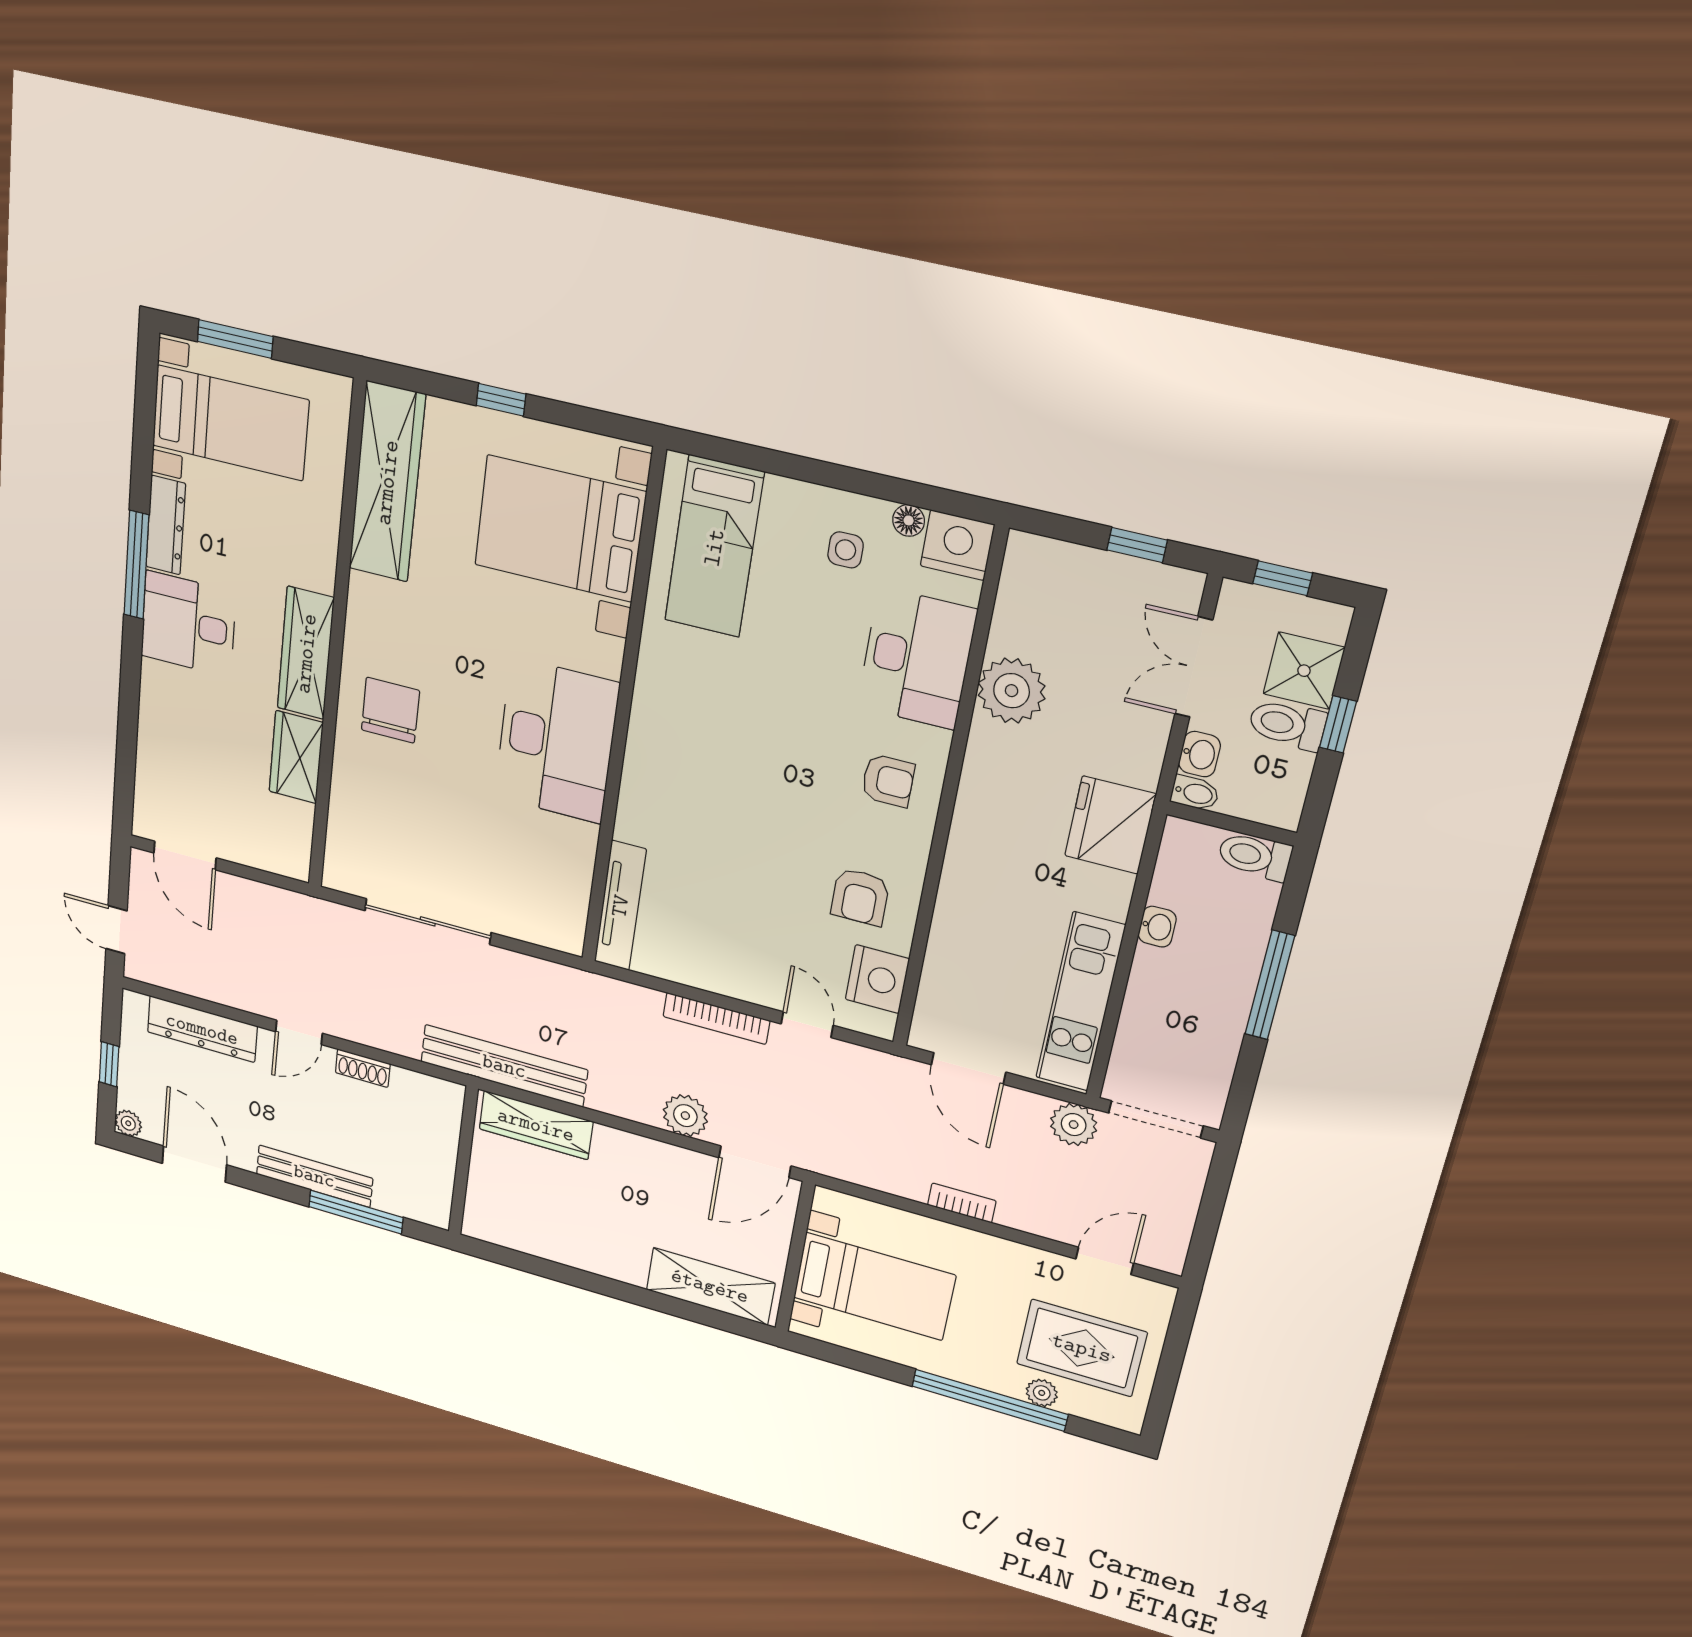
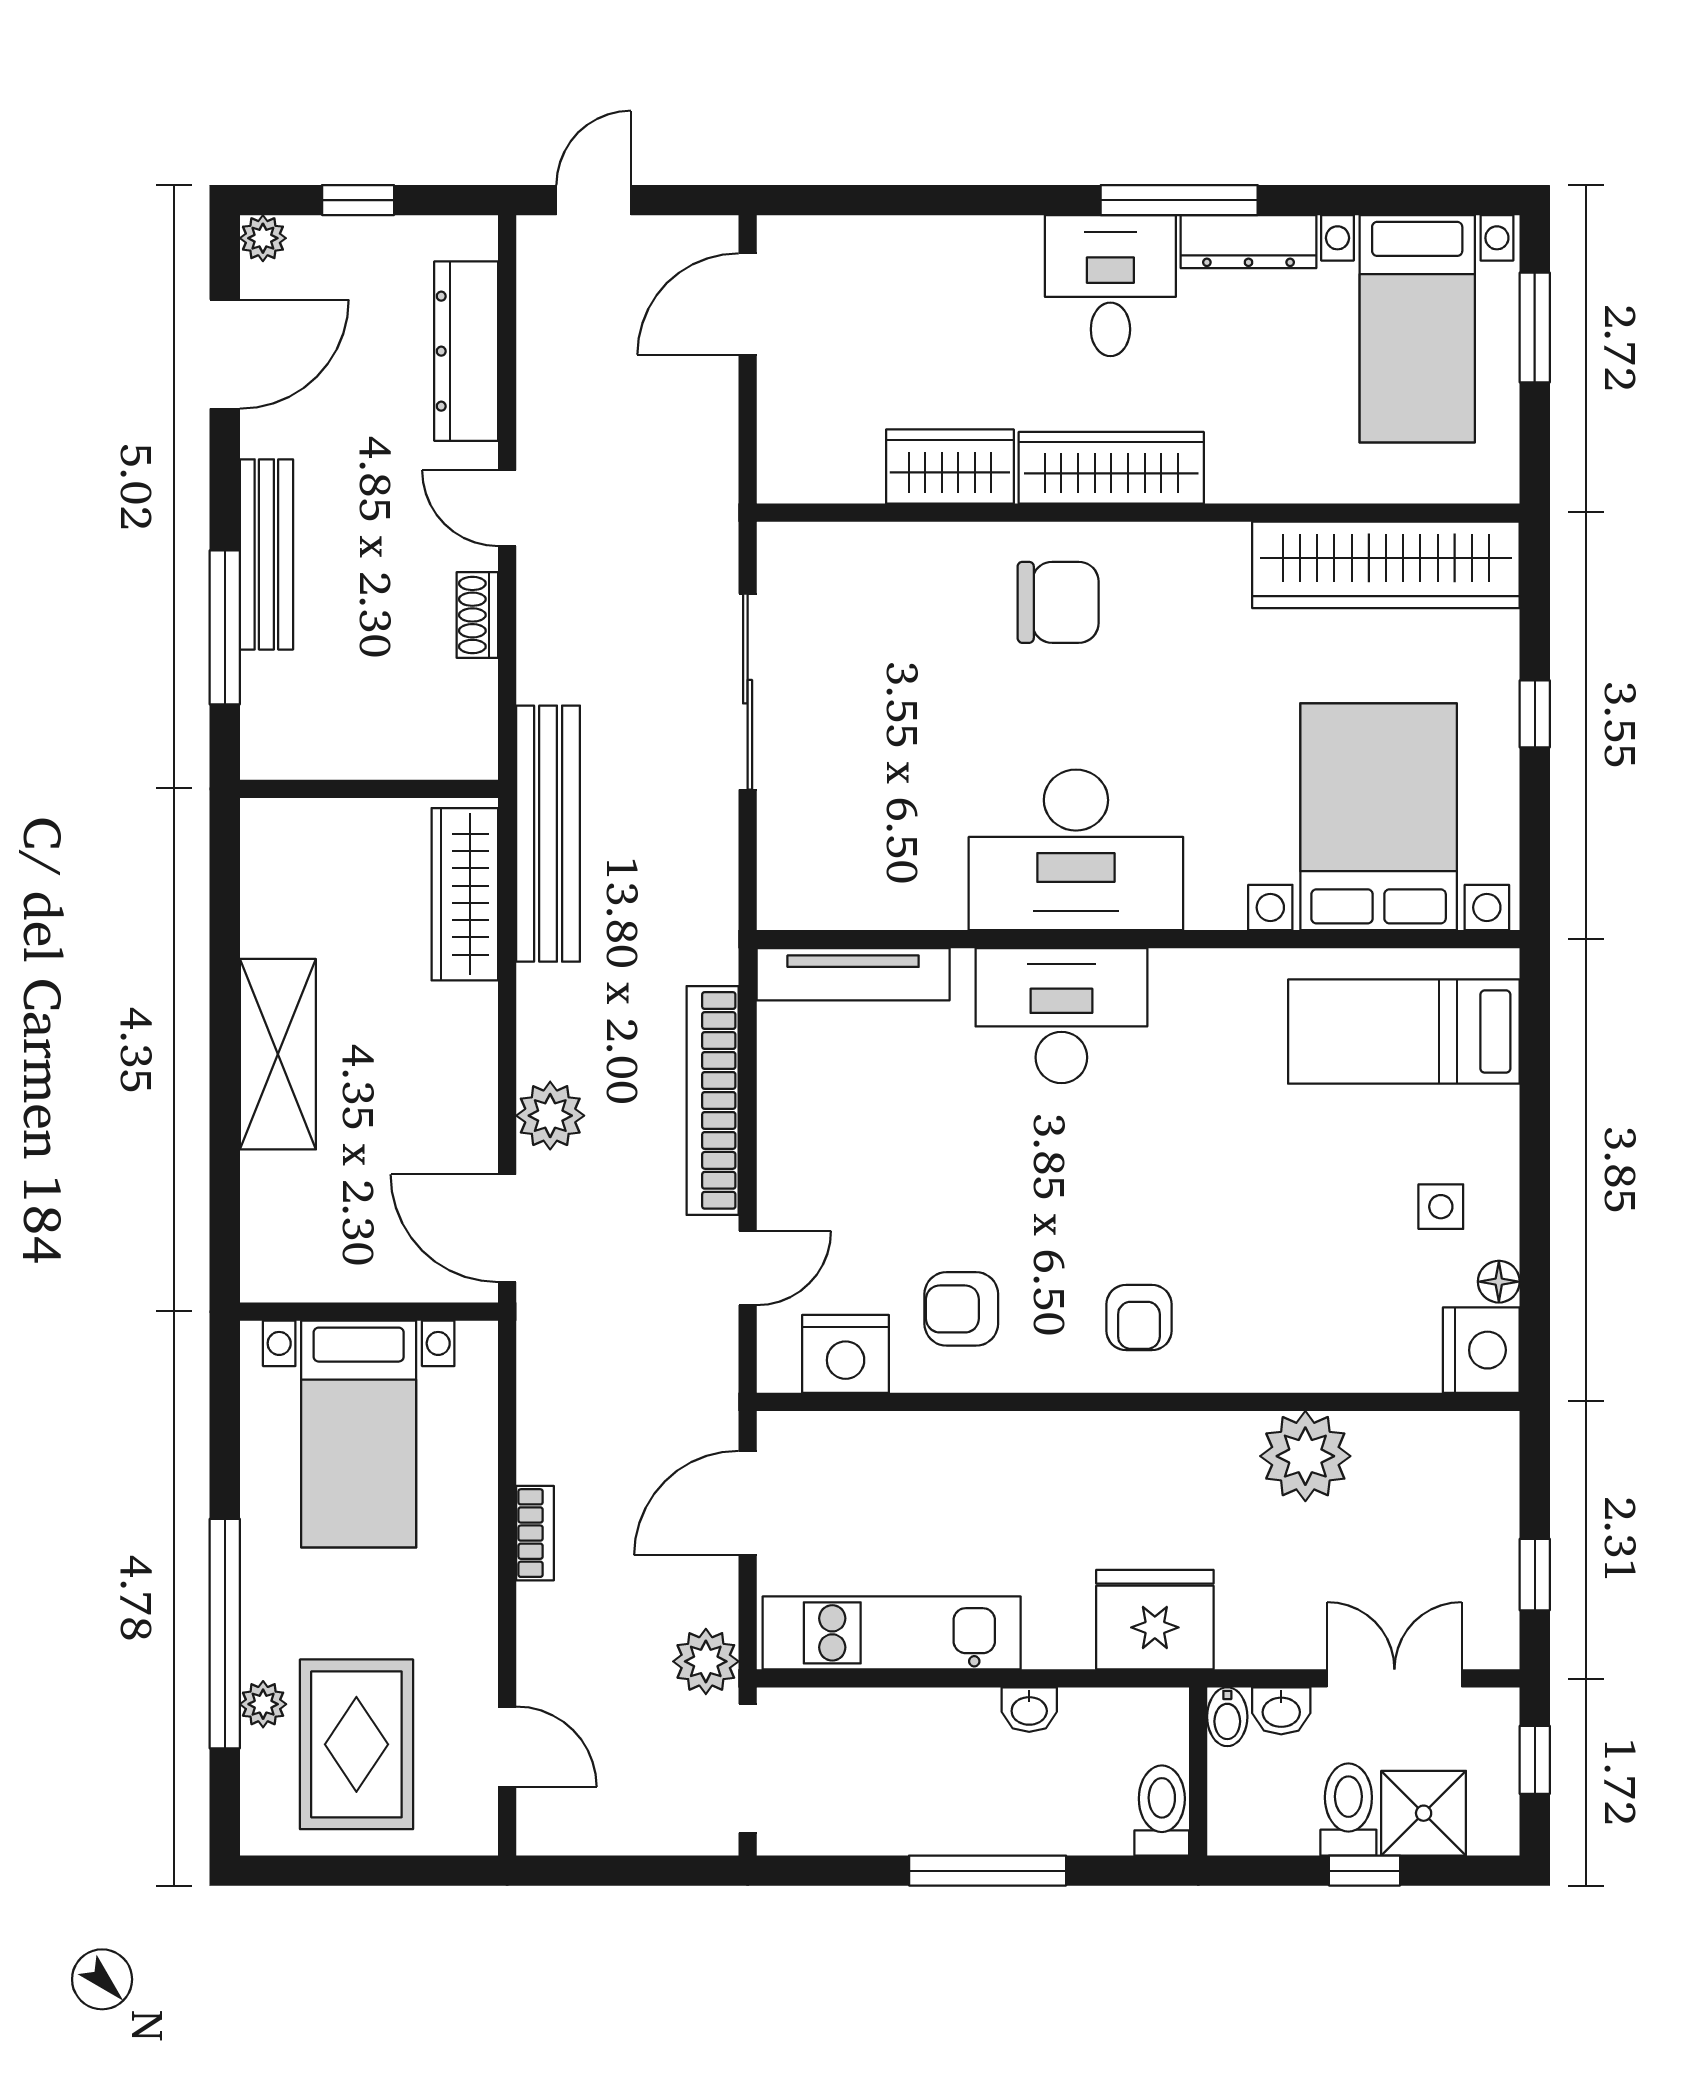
desk: (917, 658) -> (1061, 1016), moved, turned 180
bookcase: (716, 1018) -> (713, 1100), width x1.48, depth x1.31
shelving: (710, 1286) -> (278, 1054), moved

